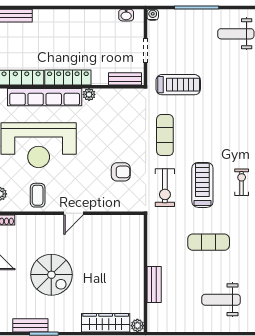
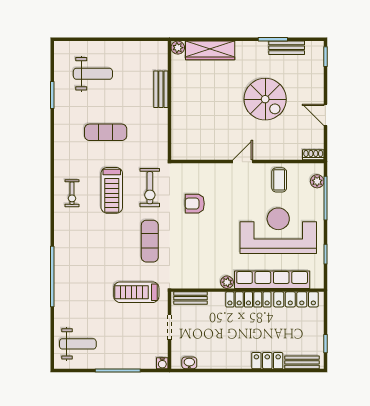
locker: (49, 17) -> (267, 361), added
exercise bike: (165, 188) -> (150, 188), turned 180
spiral stairs: (51, 275) -> (265, 99), turned 180

